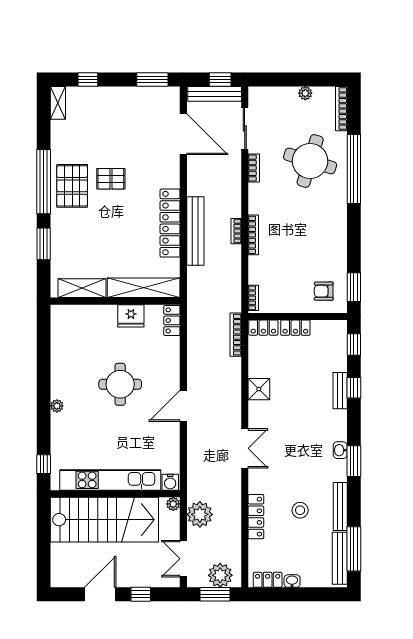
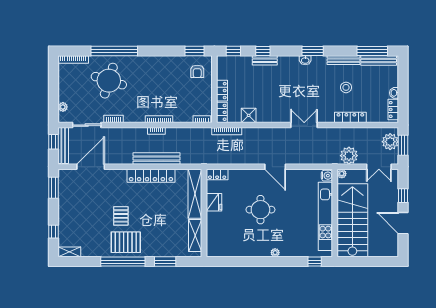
plant: (305, 93) -> (63, 107), moved
shower: (259, 389) -> (249, 115), moved

